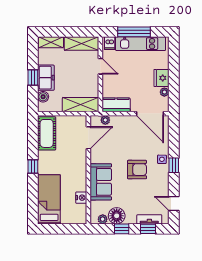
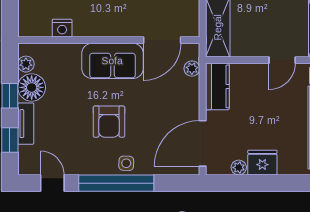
door: (88, 138) -> (162, 40), hinge flipped
window: (174, 165) -> (116, 183), width x3.17
sofa: (101, 182) -> (112, 61), moved
door: (174, 203) -> (52, 183), hinge flipped
tv unit: (149, 219) -> (26, 124), moved

